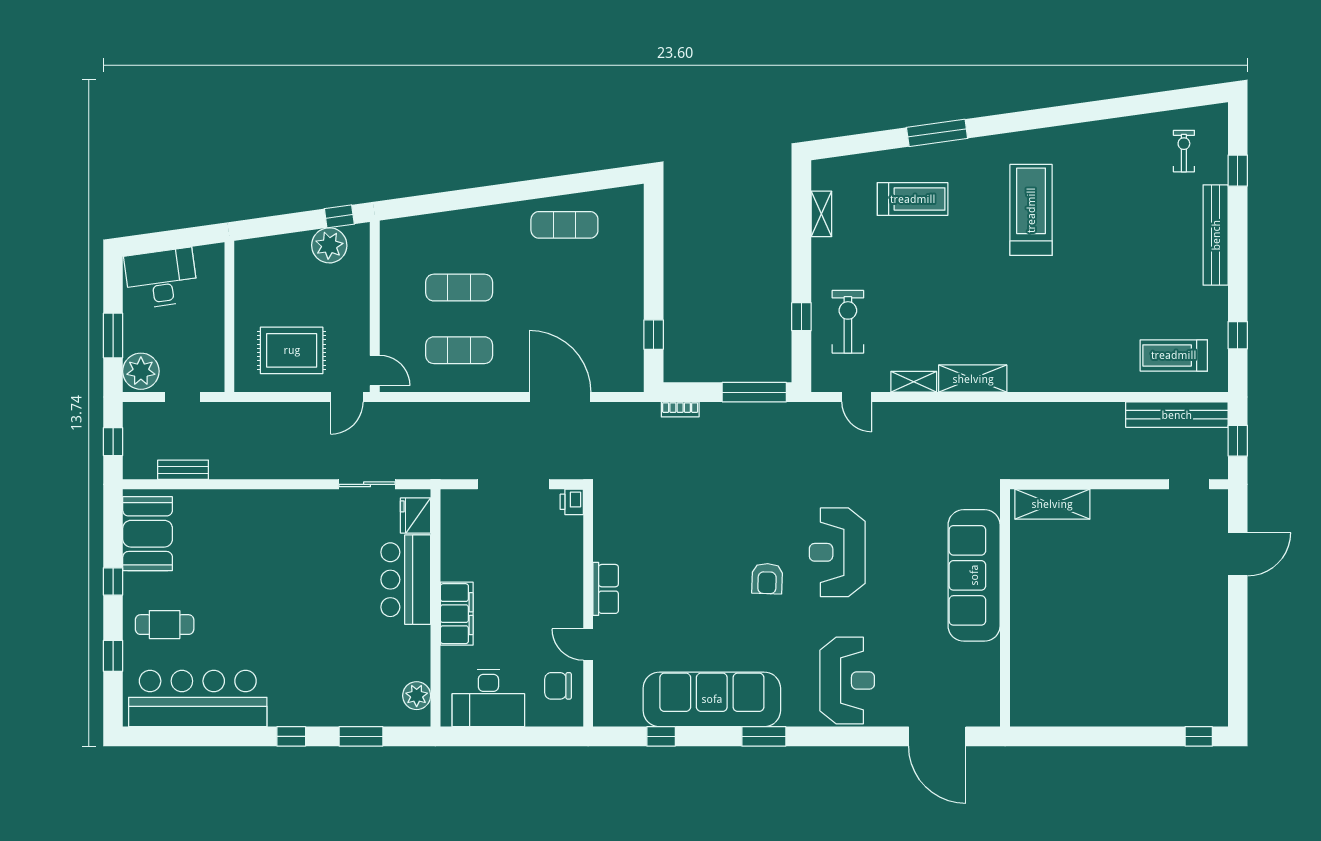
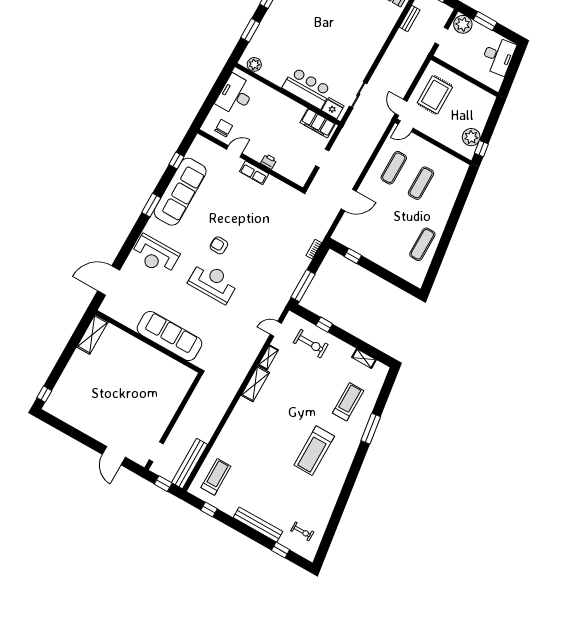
treadmill: (913, 199) -> (348, 402), turned 180
treadmill: (1031, 210) -> (314, 451), turned 90
door: (560, 397) -> (349, 200), width x0.73
doorway: (513, 484) -> (322, 158), width x0.53
printer: (572, 502) -> (269, 161), moved
shelving: (1052, 504) -> (92, 334), moved
filing cabinet: (457, 614) -> (318, 123), moved

